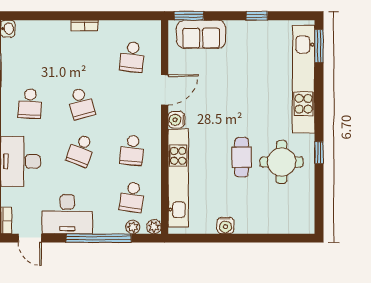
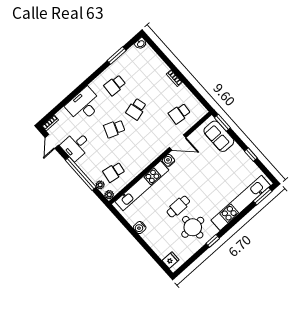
school desk: (132, 150) -> (136, 153), removed
desk: (67, 214) -> (76, 146), width x0.73
fridge: (297, 223) -> (171, 260), added

